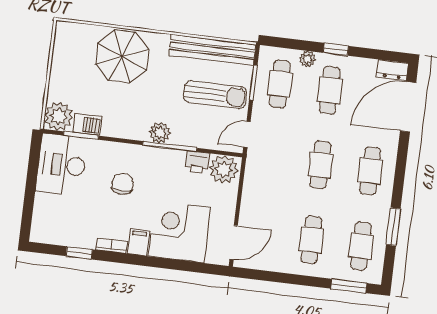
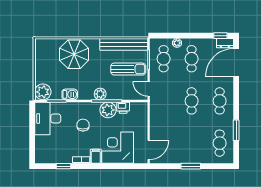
window: (336, 49) -> (220, 36), moved
barbecue: (87, 125) -> (70, 94), moved
door: (247, 134) -> (149, 89), hinge flipped
plant: (224, 169) -> (108, 110), moved
cafe table: (311, 240) -> (192, 143), removed
window: (349, 286) -> (191, 166), moved

